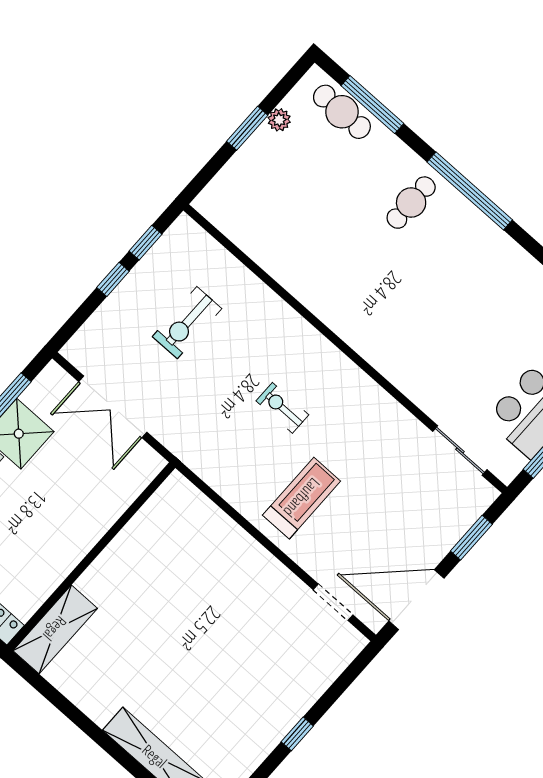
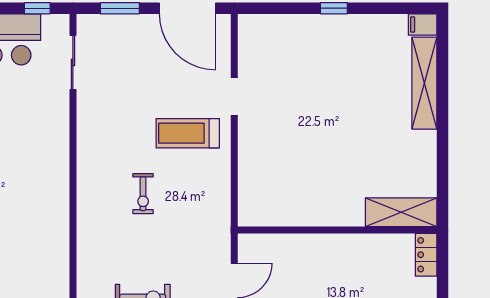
doorway: (333, 602) -> (234, 96), moved

